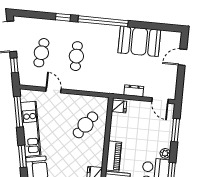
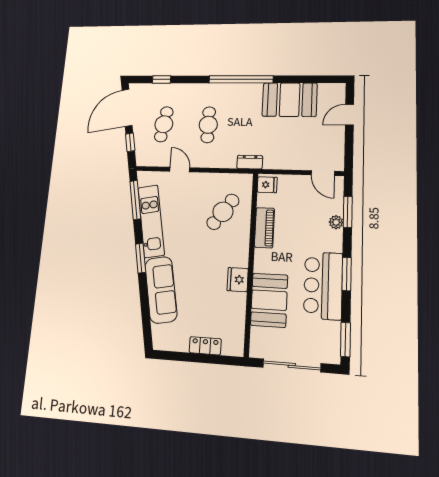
window: (63, 17) -> (162, 79), moved
dresser: (134, 91) -> (250, 162), moved
plant: (165, 153) -> (336, 222), moved
piano: (114, 156) -> (264, 228), moved

